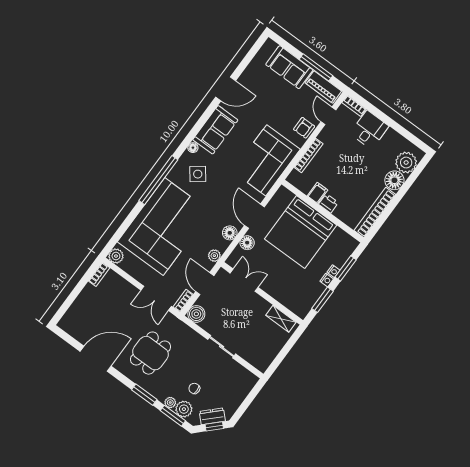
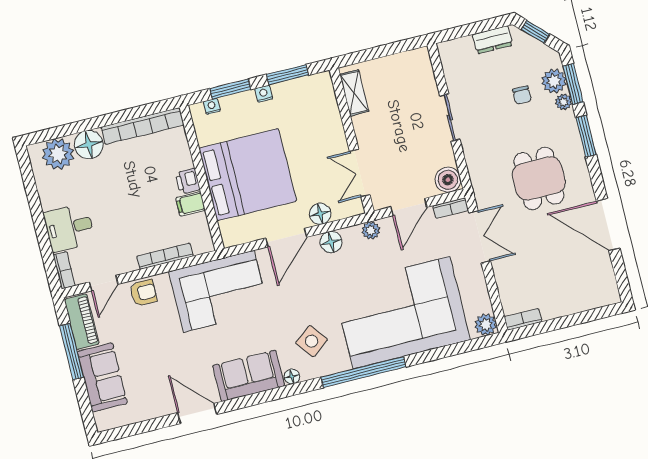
nightstand: (333, 271) -> (212, 106), moved
dining table: (151, 353) -> (539, 178), turned 90
dresser: (212, 416) -> (493, 40), moved, turned -45

